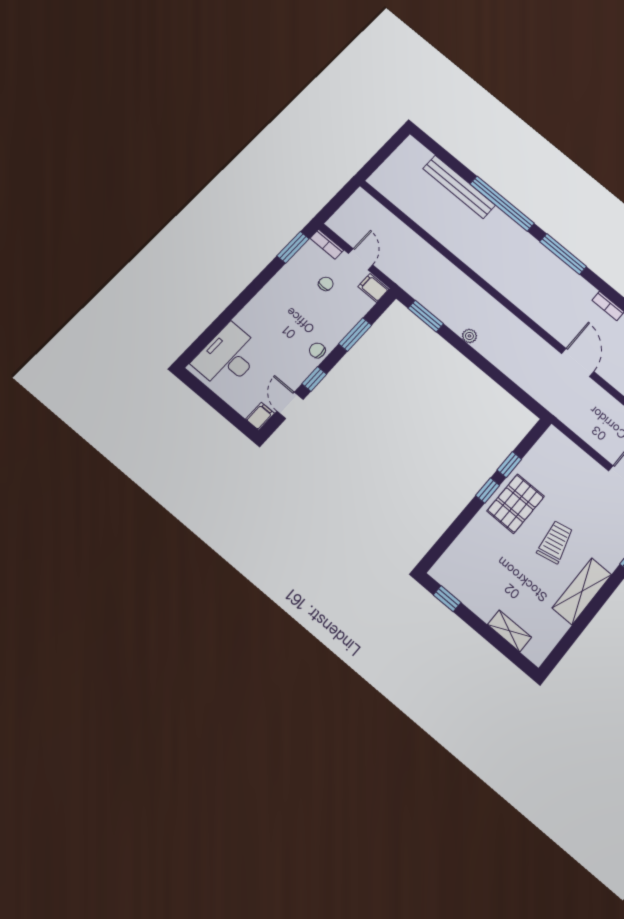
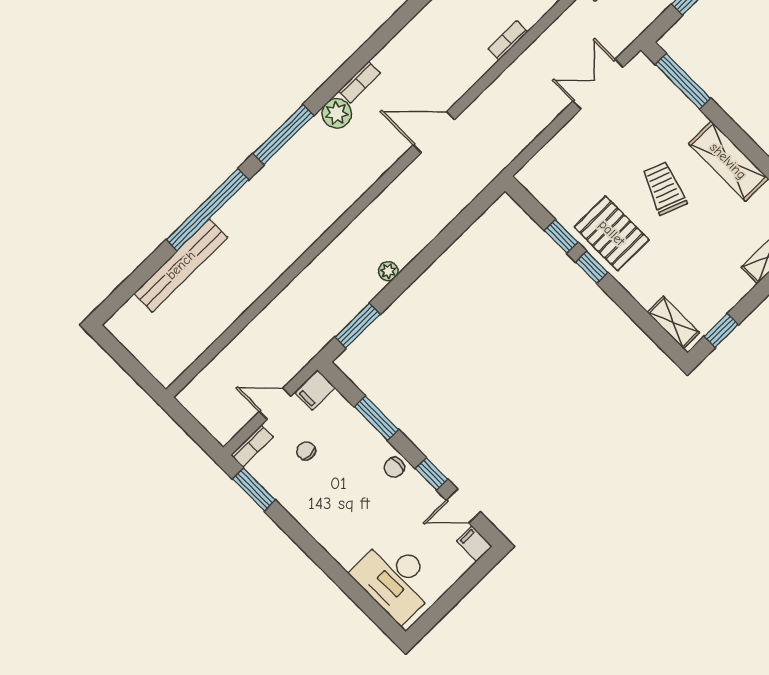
plant: (583, 291) -> (337, 113), added
trolley: (555, 542) -> (664, 188), turned 33
shelving: (450, 559) -> (673, 322), added

